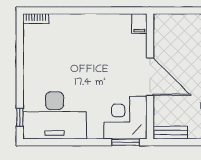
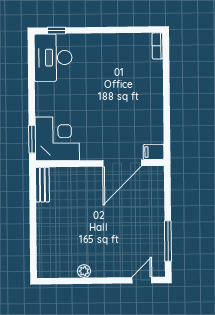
door: (150, 77) -> (122, 163), moved
desk: (55, 115) -> (53, 58), width x0.73, depth x0.77

